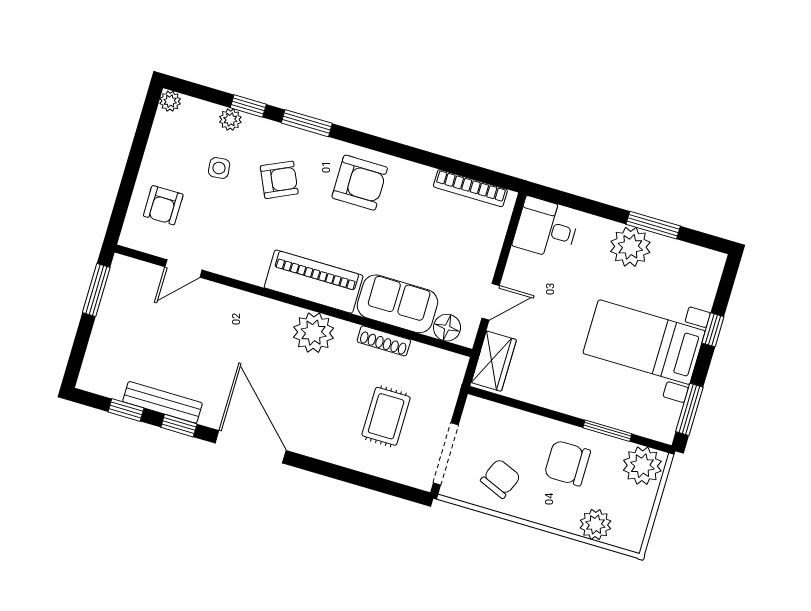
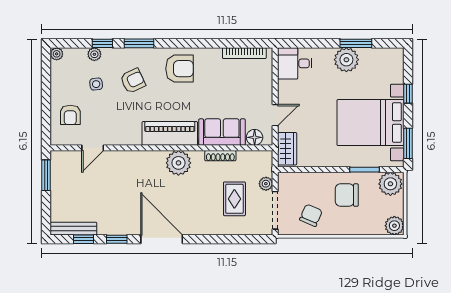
bed with nightstands: (644, 342) -> (370, 123), width x1.36
bench: (162, 402) -> (73, 229), moved
plant: (443, 407) -> (266, 184), added
plant: (595, 525) -> (394, 226), moved

